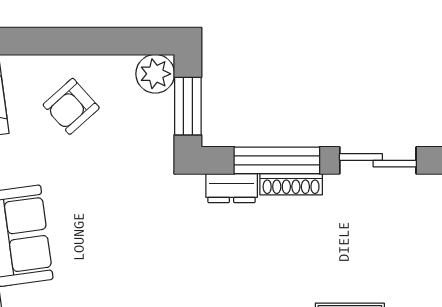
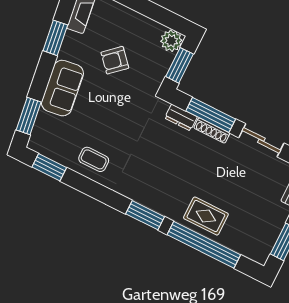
armchair: (71, 106) -> (115, 60), moved

